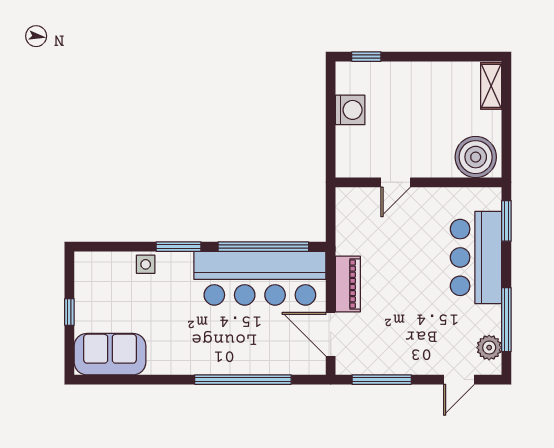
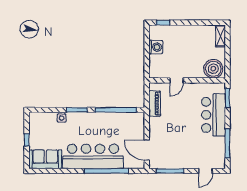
bar counter: (260, 278) -> (93, 156), moved, turned 180
piano: (348, 284) -> (155, 104), moved
plant: (489, 348) -> (220, 156), removed

